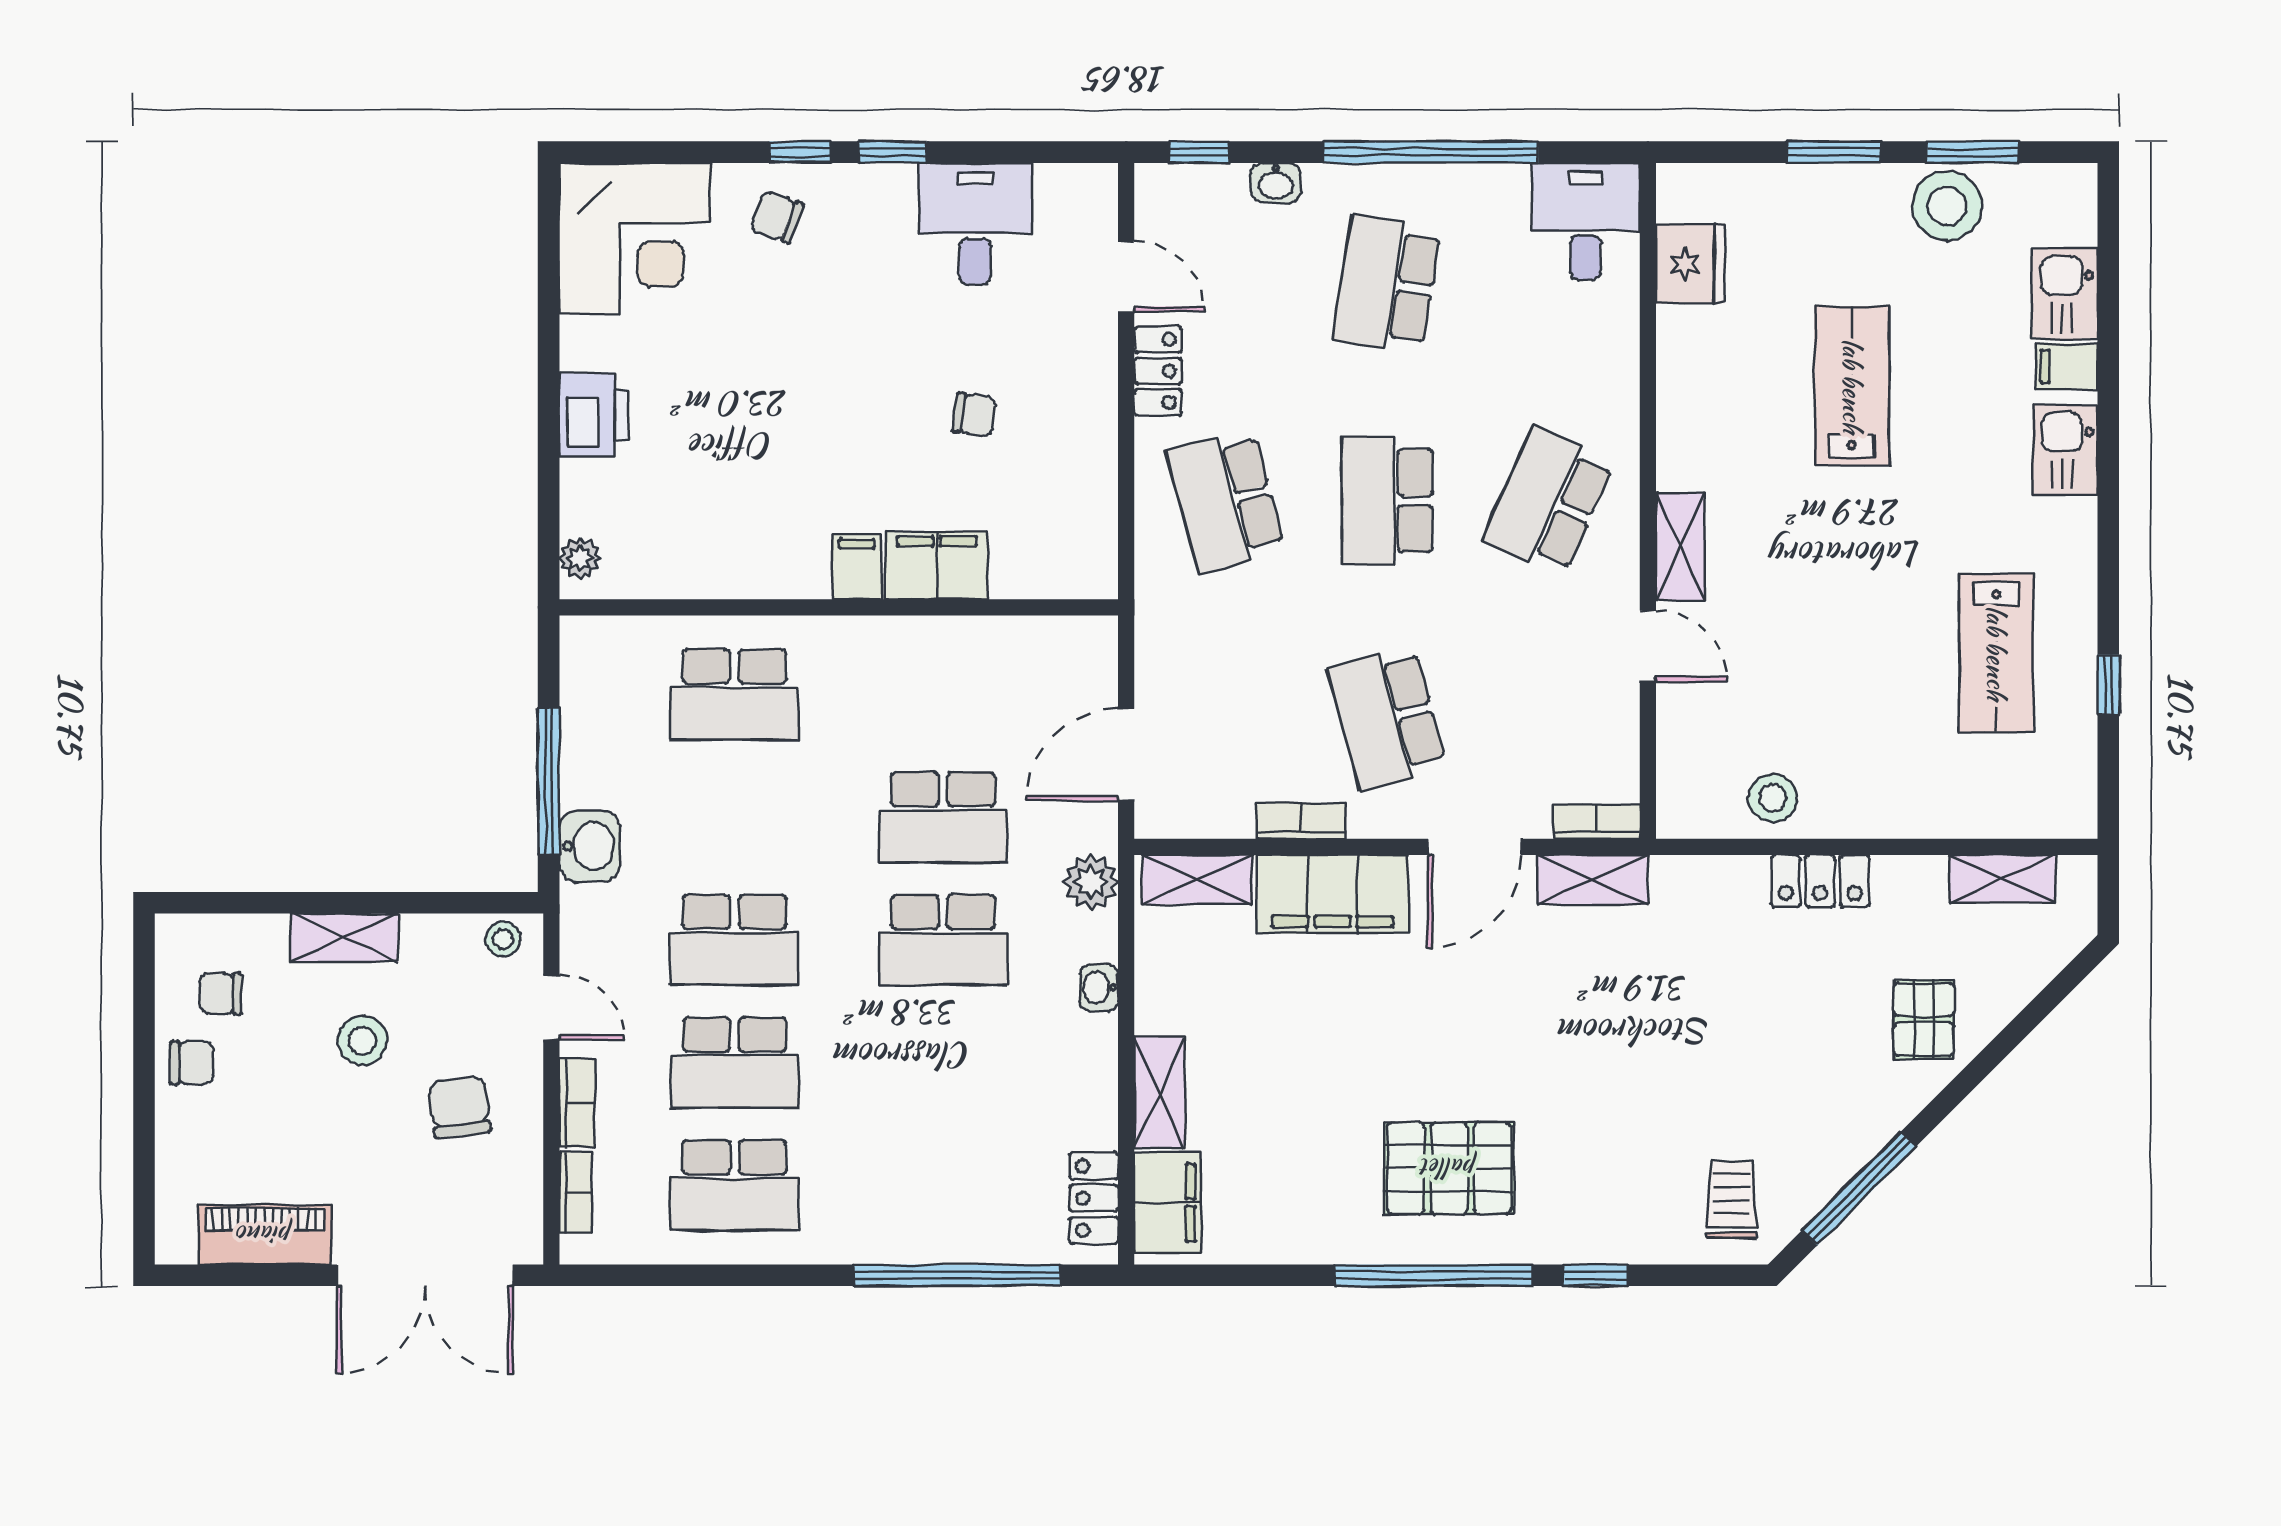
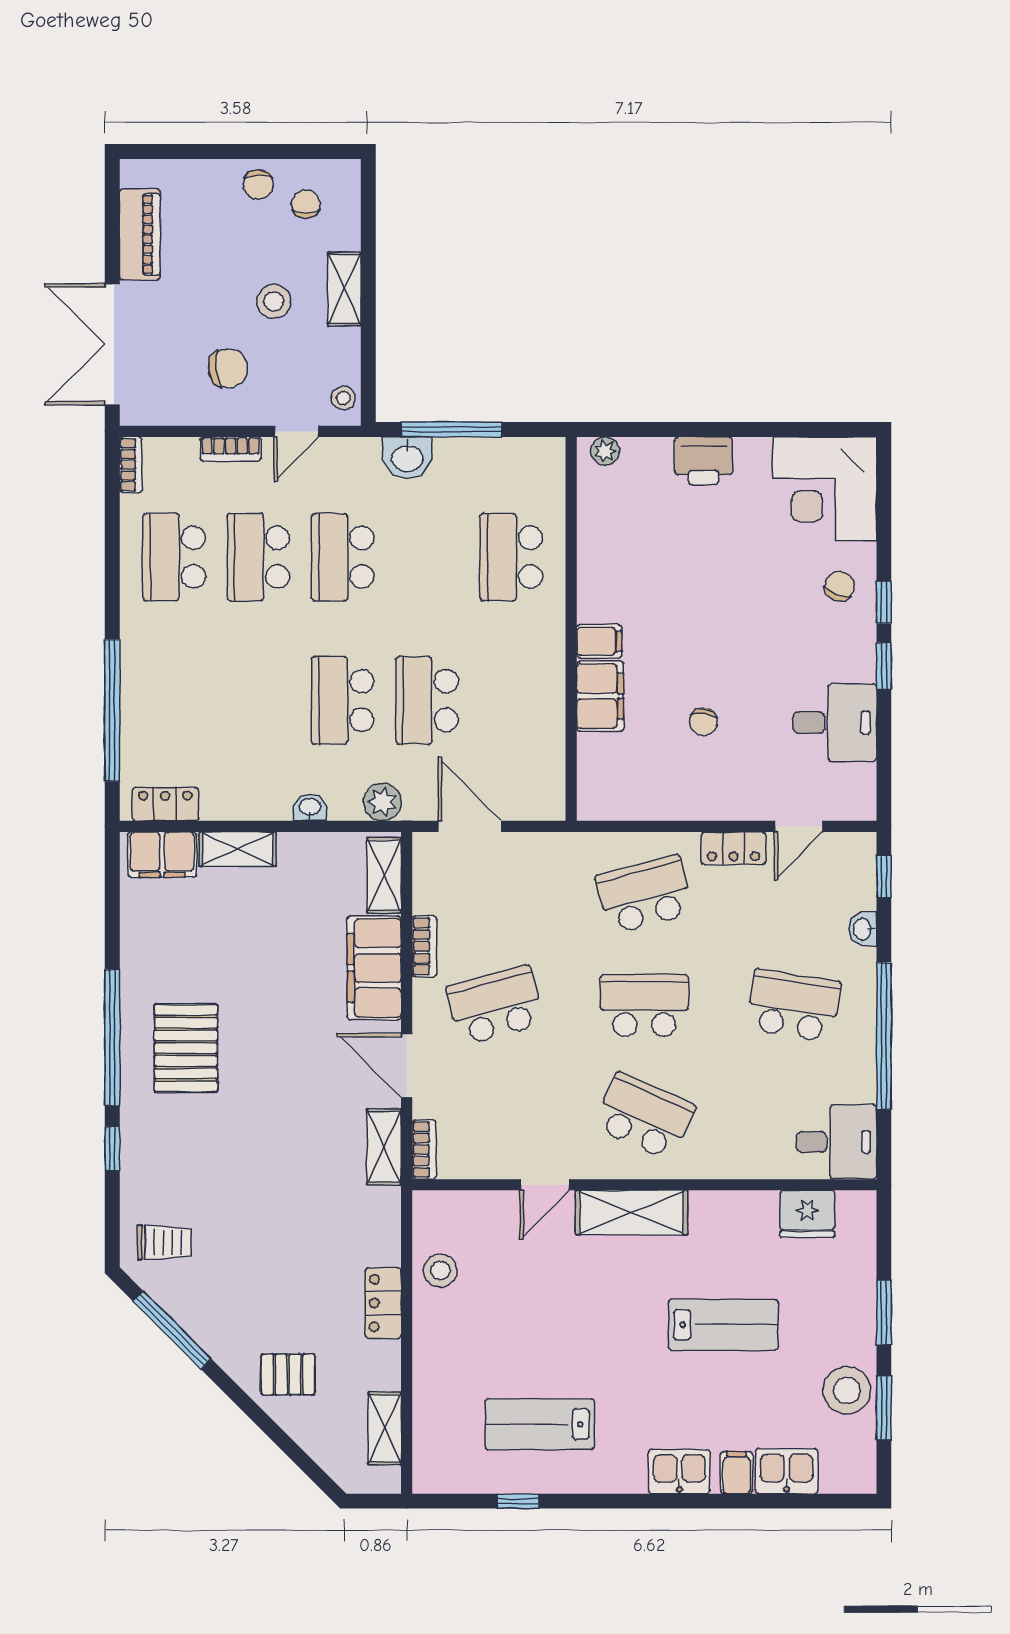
shelving: (1680, 546) -> (632, 1213), width x1.50, depth x1.33
bookcase: (576, 1192) -> (131, 465), moved, turned -90

